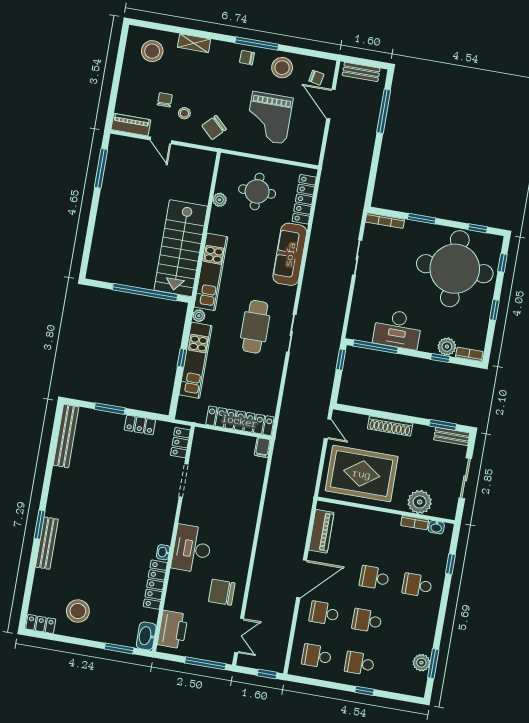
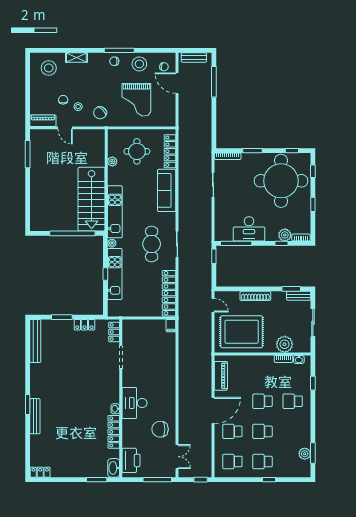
locker: (240, 421) -> (169, 293), moved, turned -90
stool: (78, 611) -> (64, 459), removed

